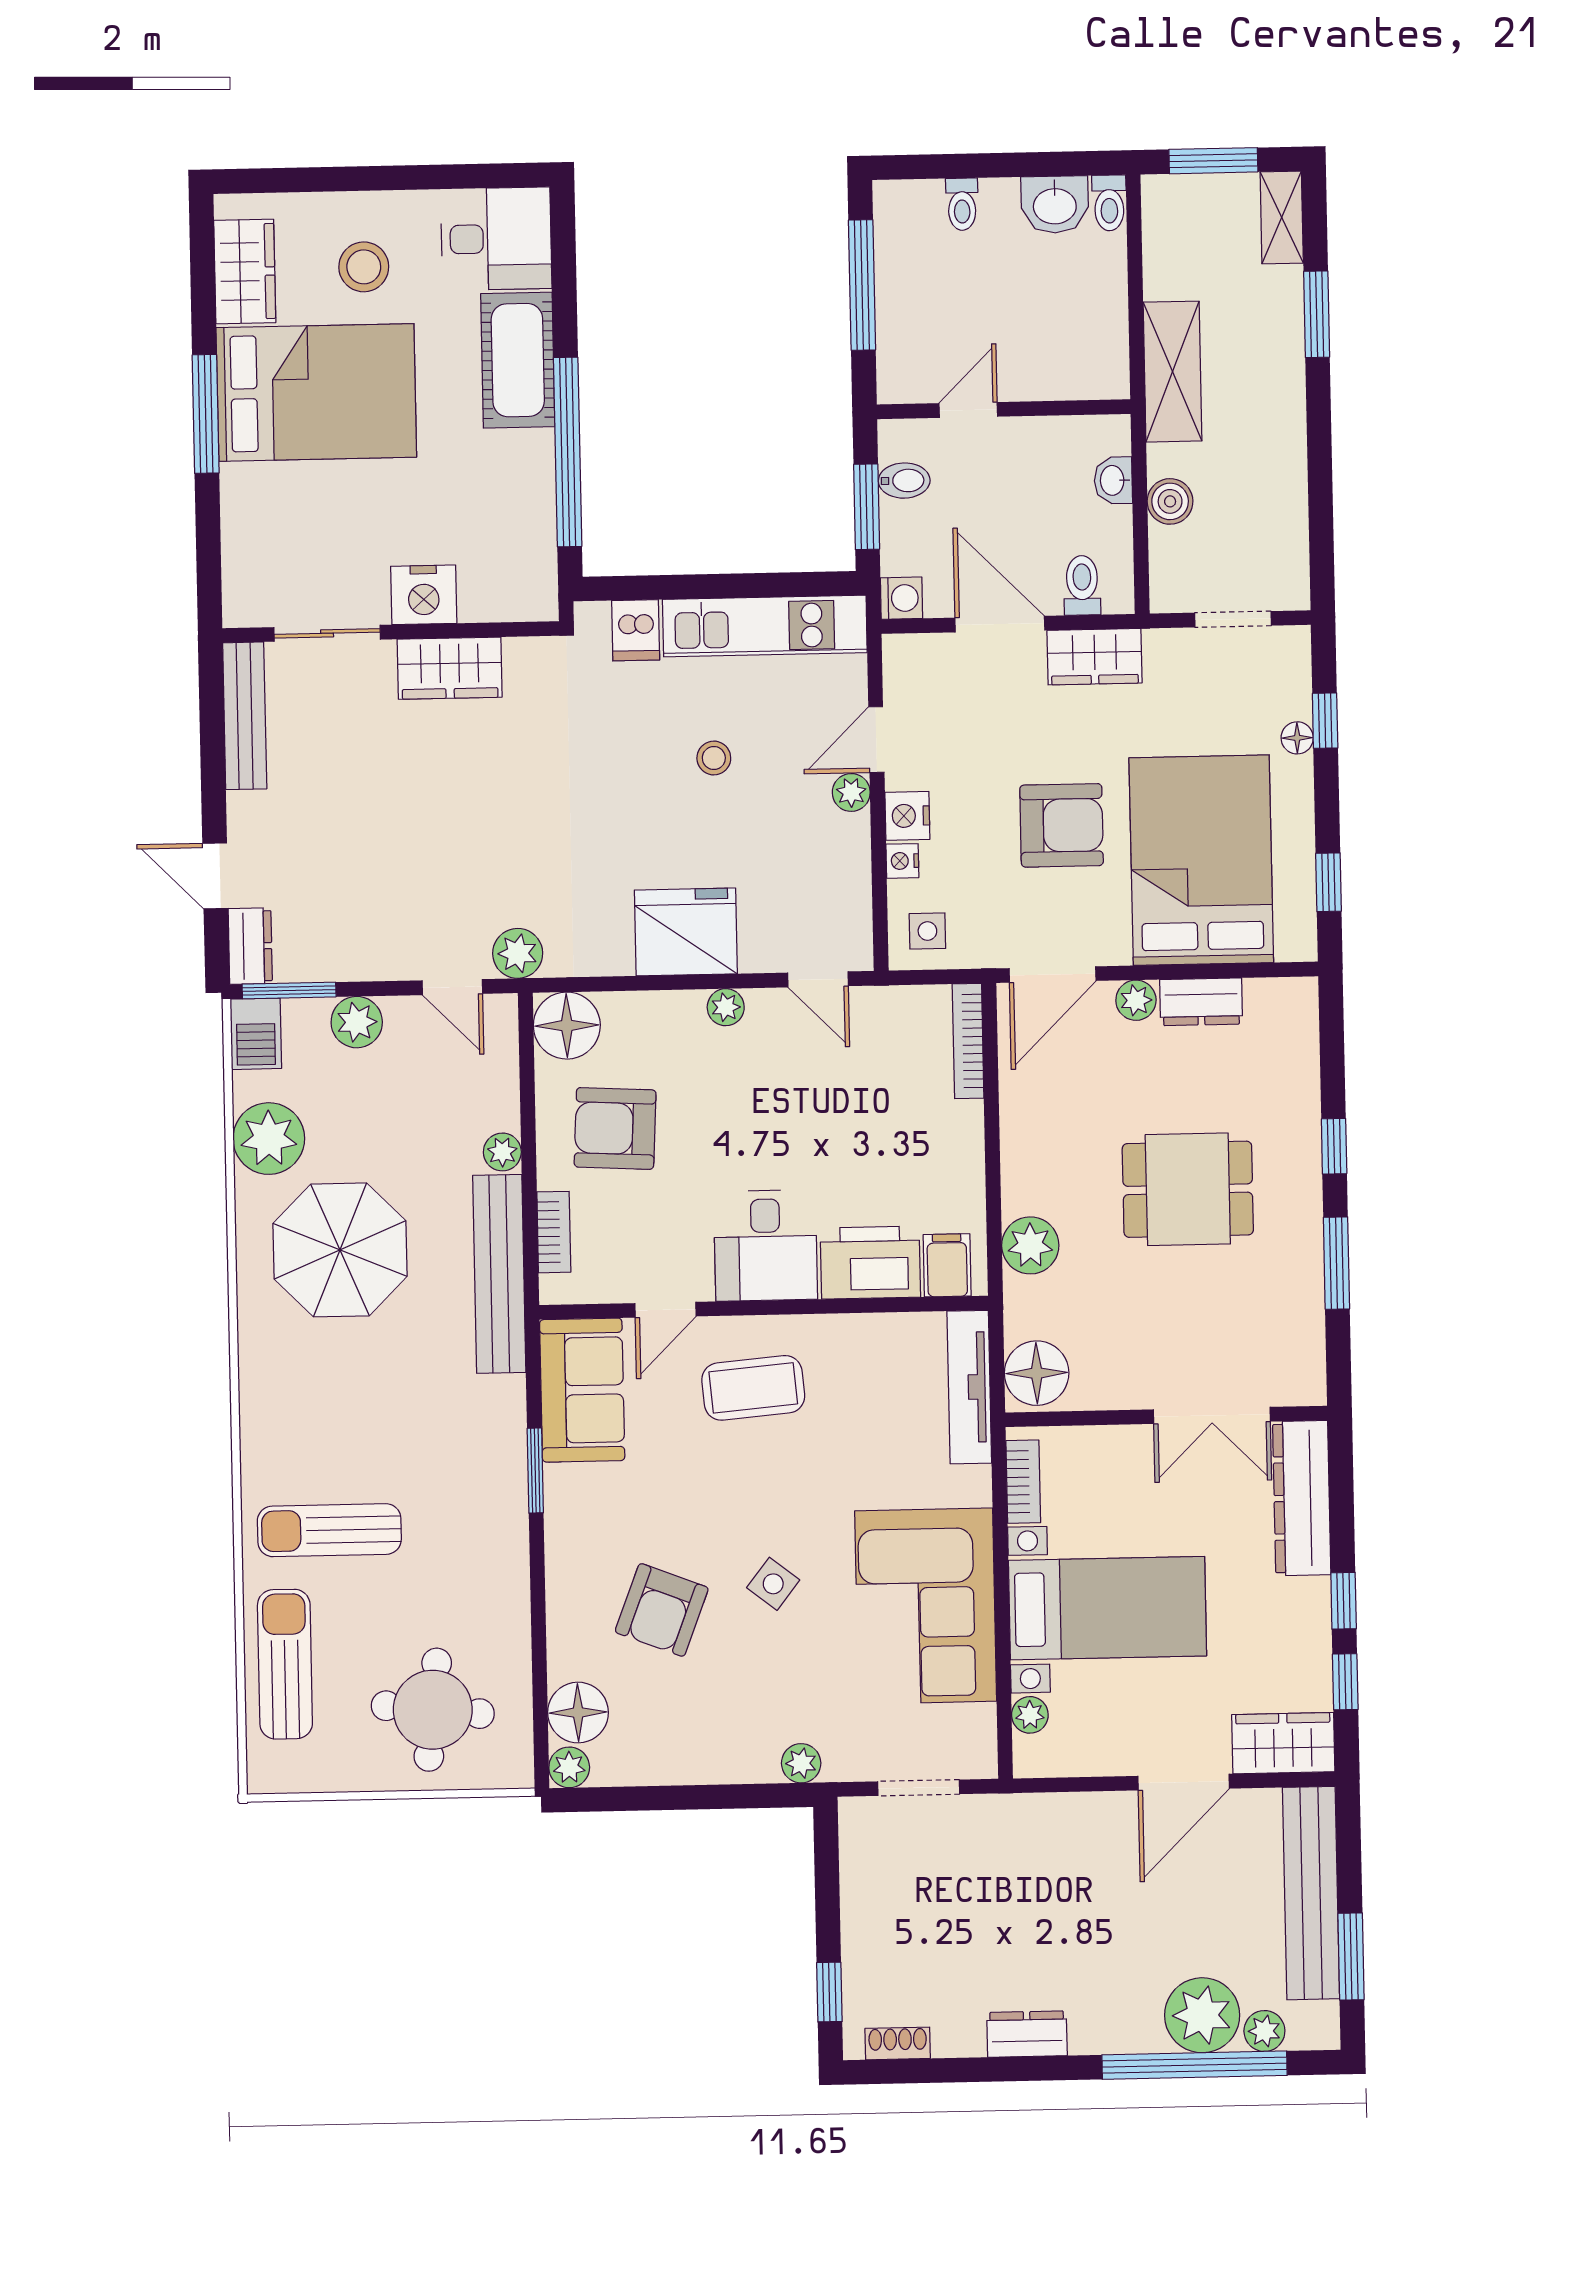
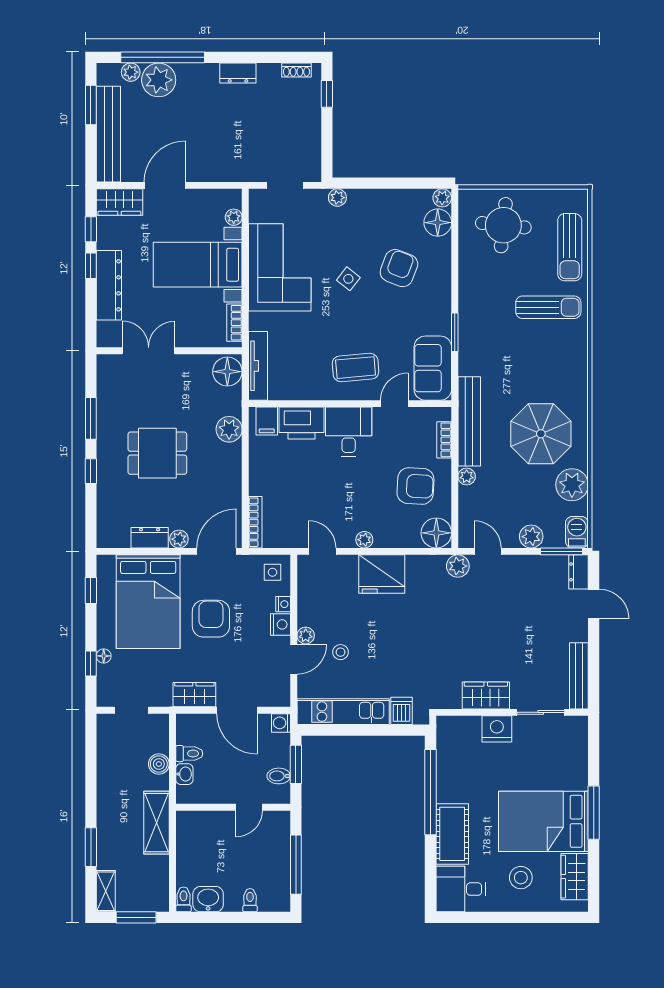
toilet: (1082, 585) -> (189, 754), moved, turned -90
stool: (714, 758) -> (340, 652), moved
armchair: (1062, 825) -> (211, 619), turned 90
dresser: (1302, 1498) -> (109, 285), moved

